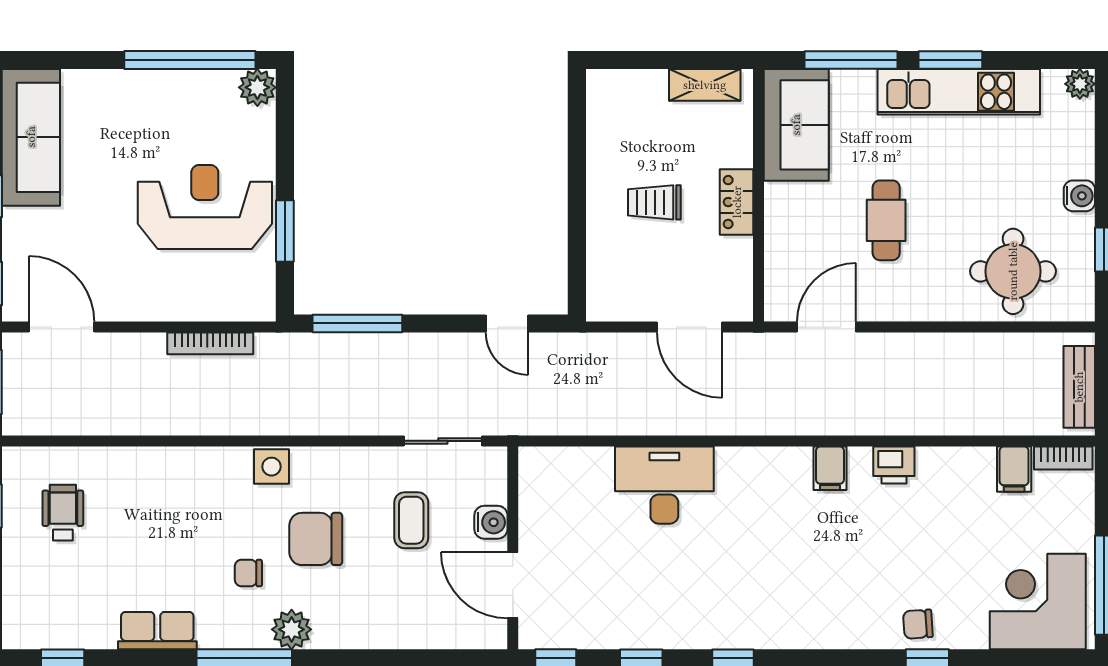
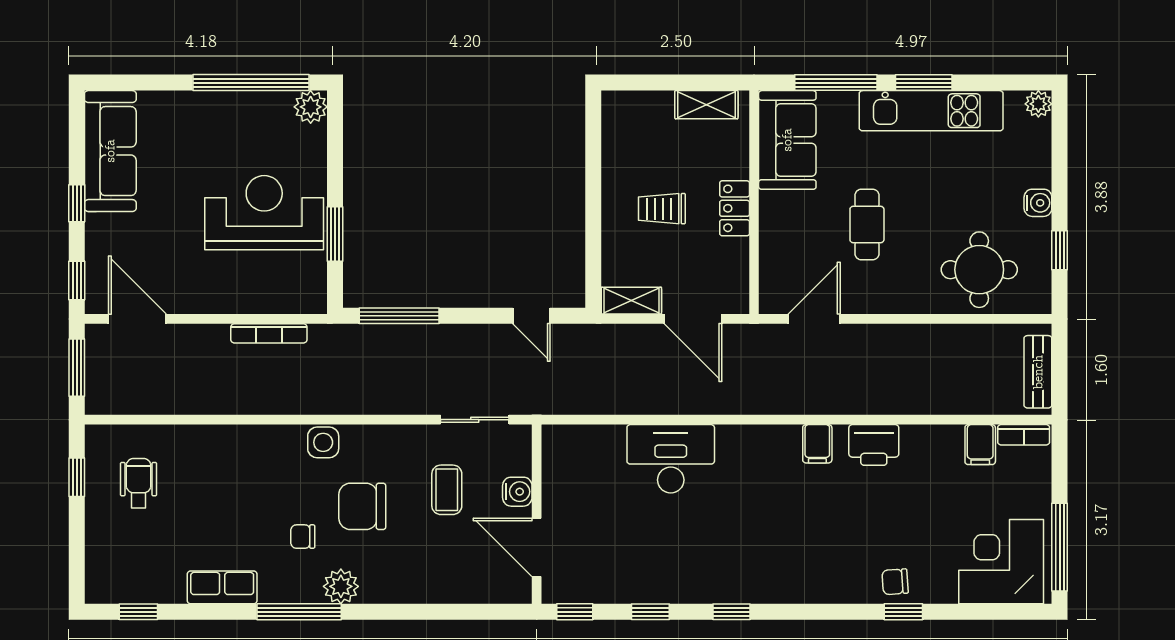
shelving: (620, 306) -> (631, 301), added
printer: (894, 465) -> (874, 445), width x1.36, depth x1.24

